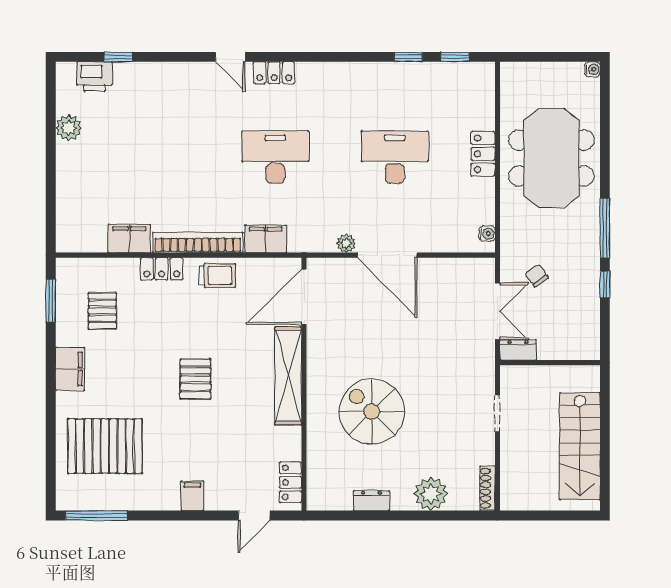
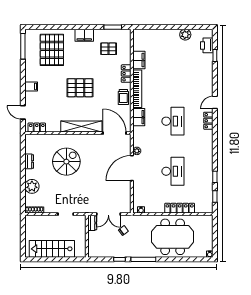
locker: (483, 154) -> (180, 208), width x1.53
pallet: (195, 379) -> (80, 88), width x1.50, depth x1.42

